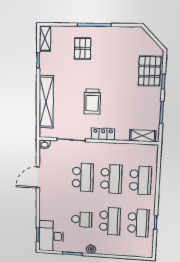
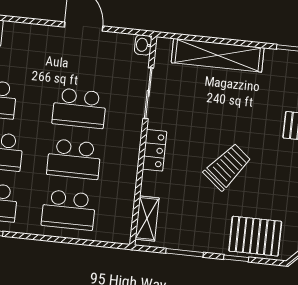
trolley: (92, 101) -> (227, 167), moved, turned 129

